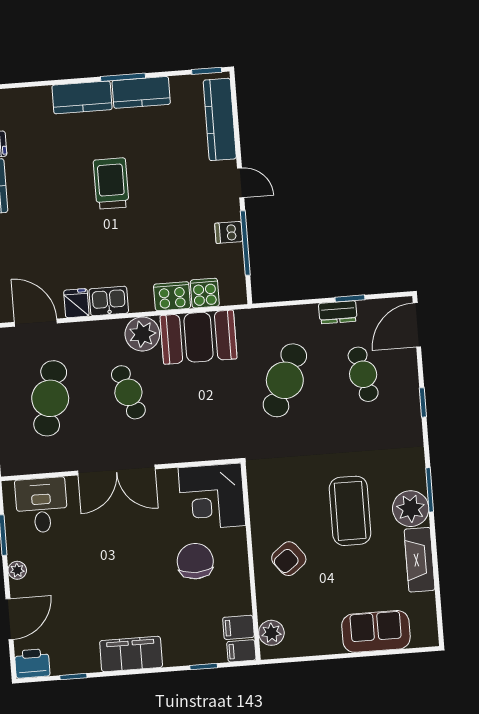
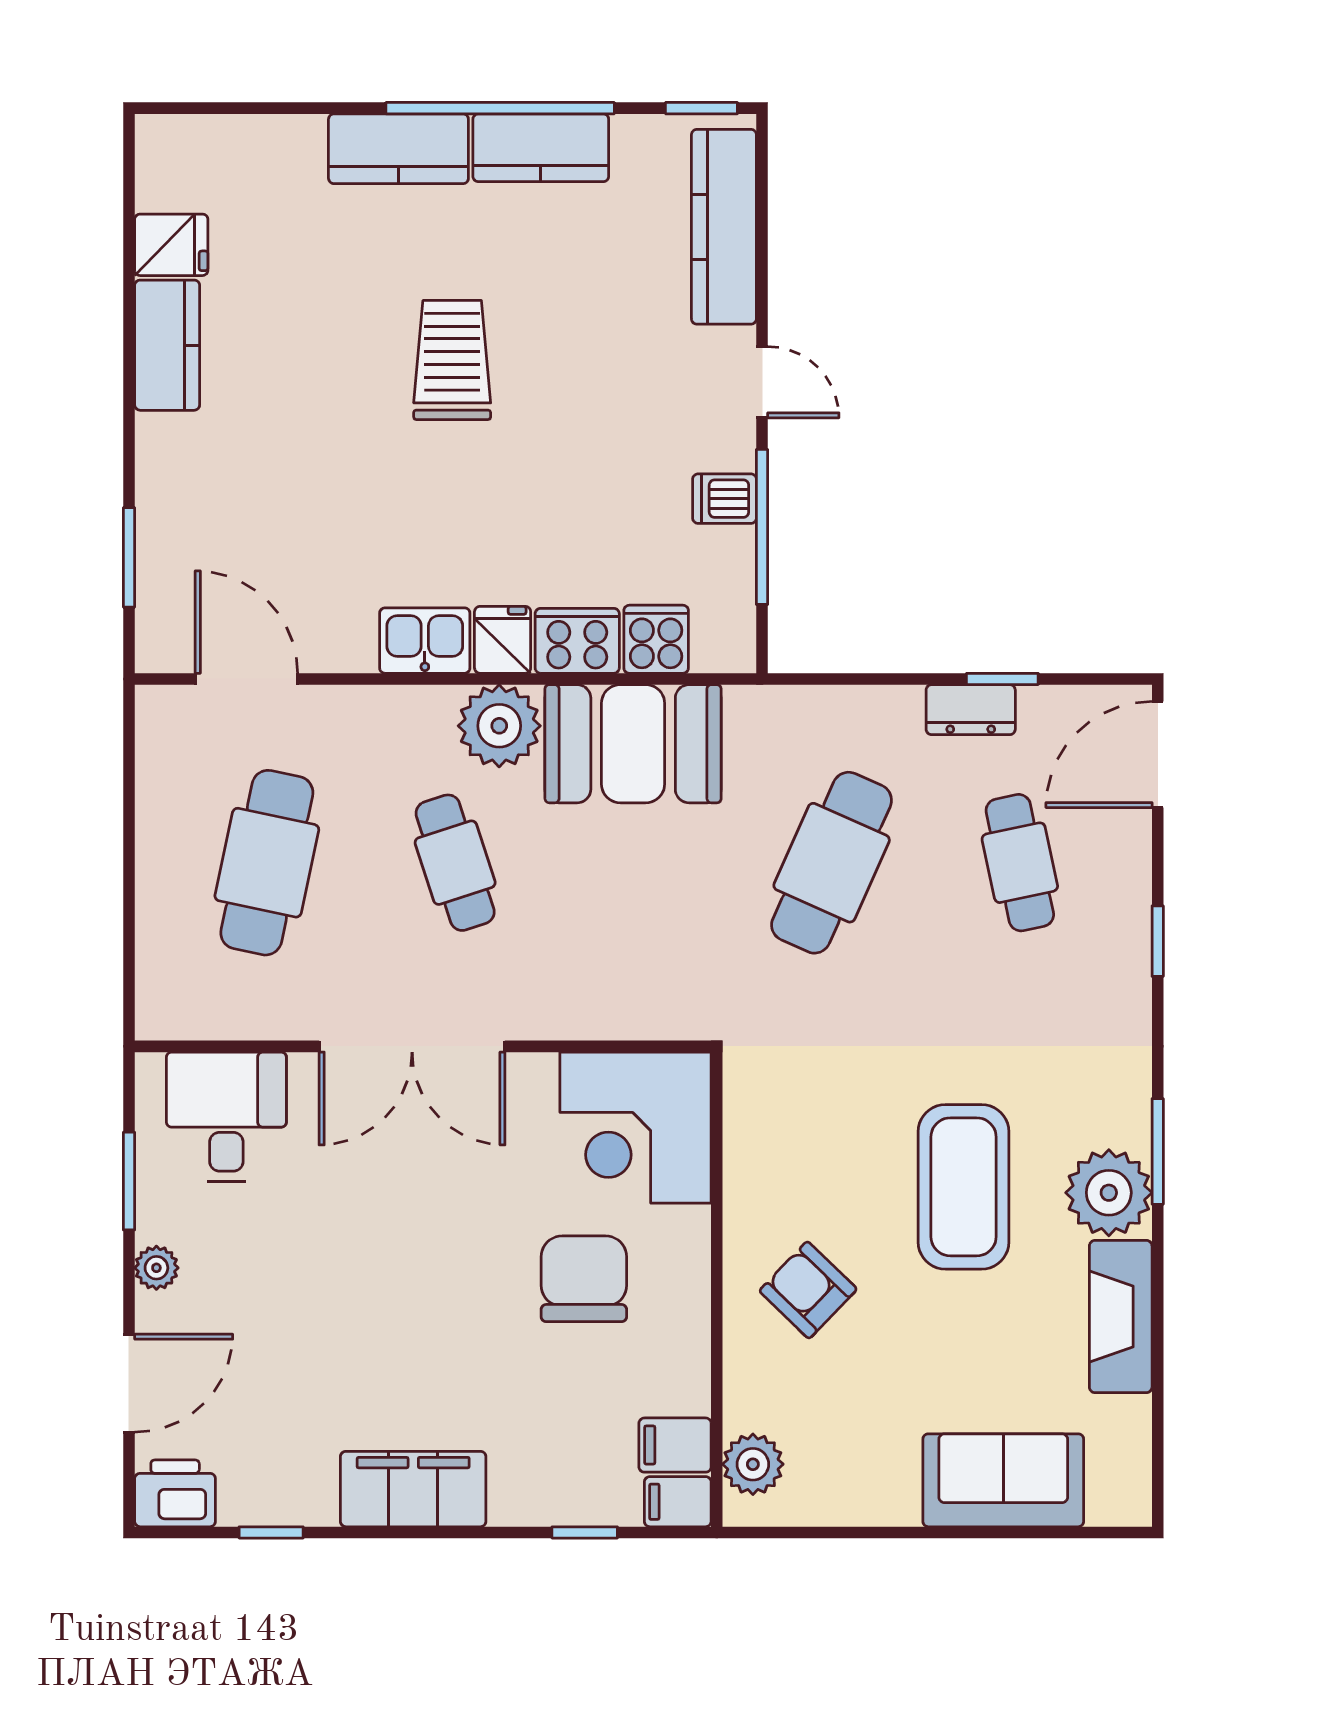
window: (123, 77) -> (500, 108), width x2.11
fridge: (76, 303) -> (503, 640), moved
armchair: (289, 559) -> (808, 1290), turned 82

